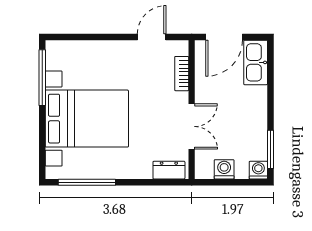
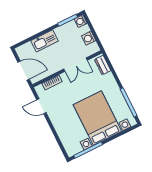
kitchen sink: (256, 62) -> (44, 41), moved
double door: (192, 126) -> (76, 65), swing flipped

